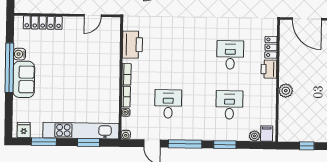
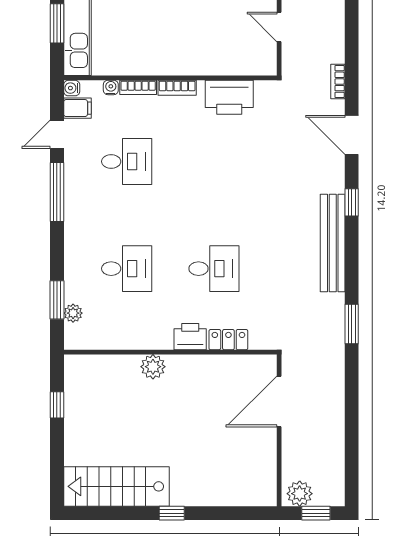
filing cabinet: (267, 134) -> (77, 108), moved
window: (225, 145) -> (57, 300), moved

